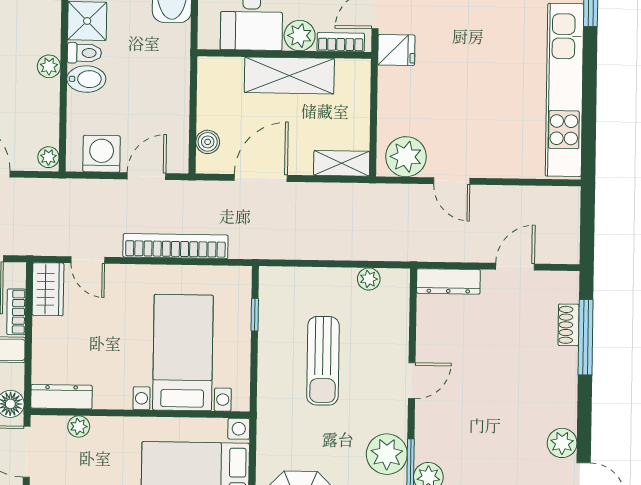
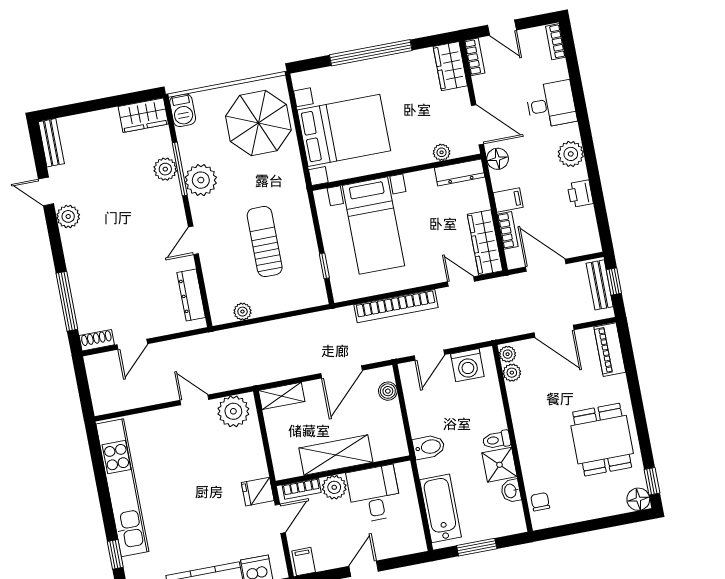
plant: (49, 66) -> (512, 373), moved
bidet: (86, 79) -> (429, 447), moved, turned 180
dresser: (448, 281) -> (191, 295), moved, turned -90
wardrobe: (48, 289) -> (485, 243), width x1.50
shoe rack: (569, 325) -> (97, 340), moved, turned -90

